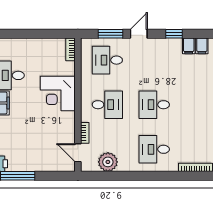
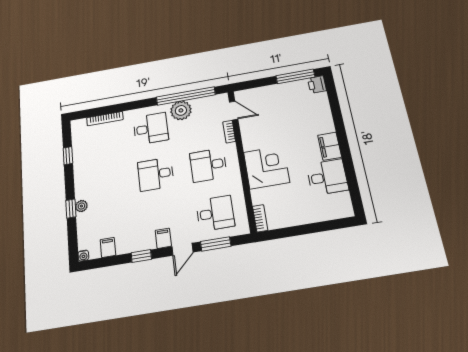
filing cabinet: (189, 46) -> (163, 238), moved
desk: (154, 105) -> (156, 174), turned 180
plant: (108, 162) -> (181, 110), moved
window: (119, 176) -> (186, 96), added

